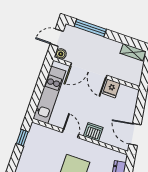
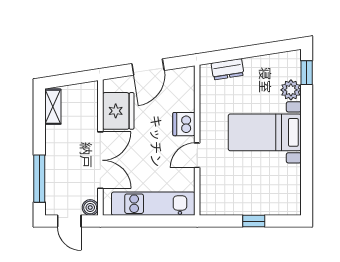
fridge: (111, 88) -> (118, 111), width x1.88, depth x1.34
door: (135, 134) -> (148, 67), moved
window: (22, 138) -> (254, 221), moved

